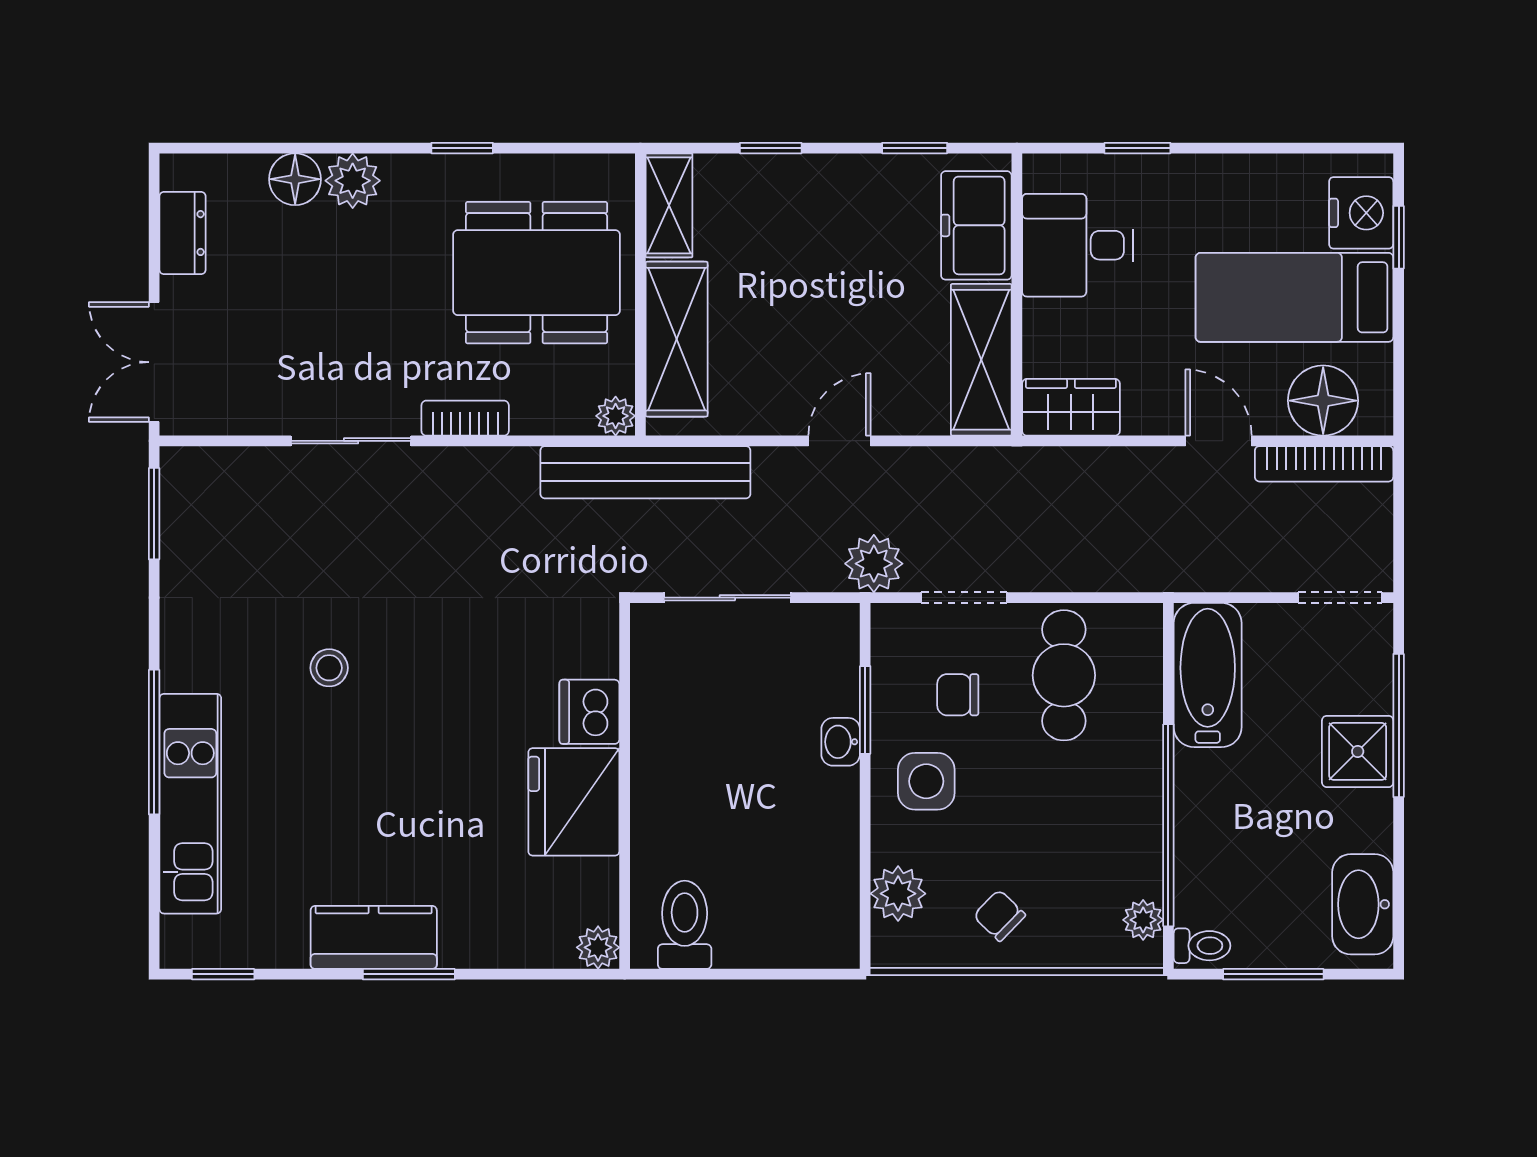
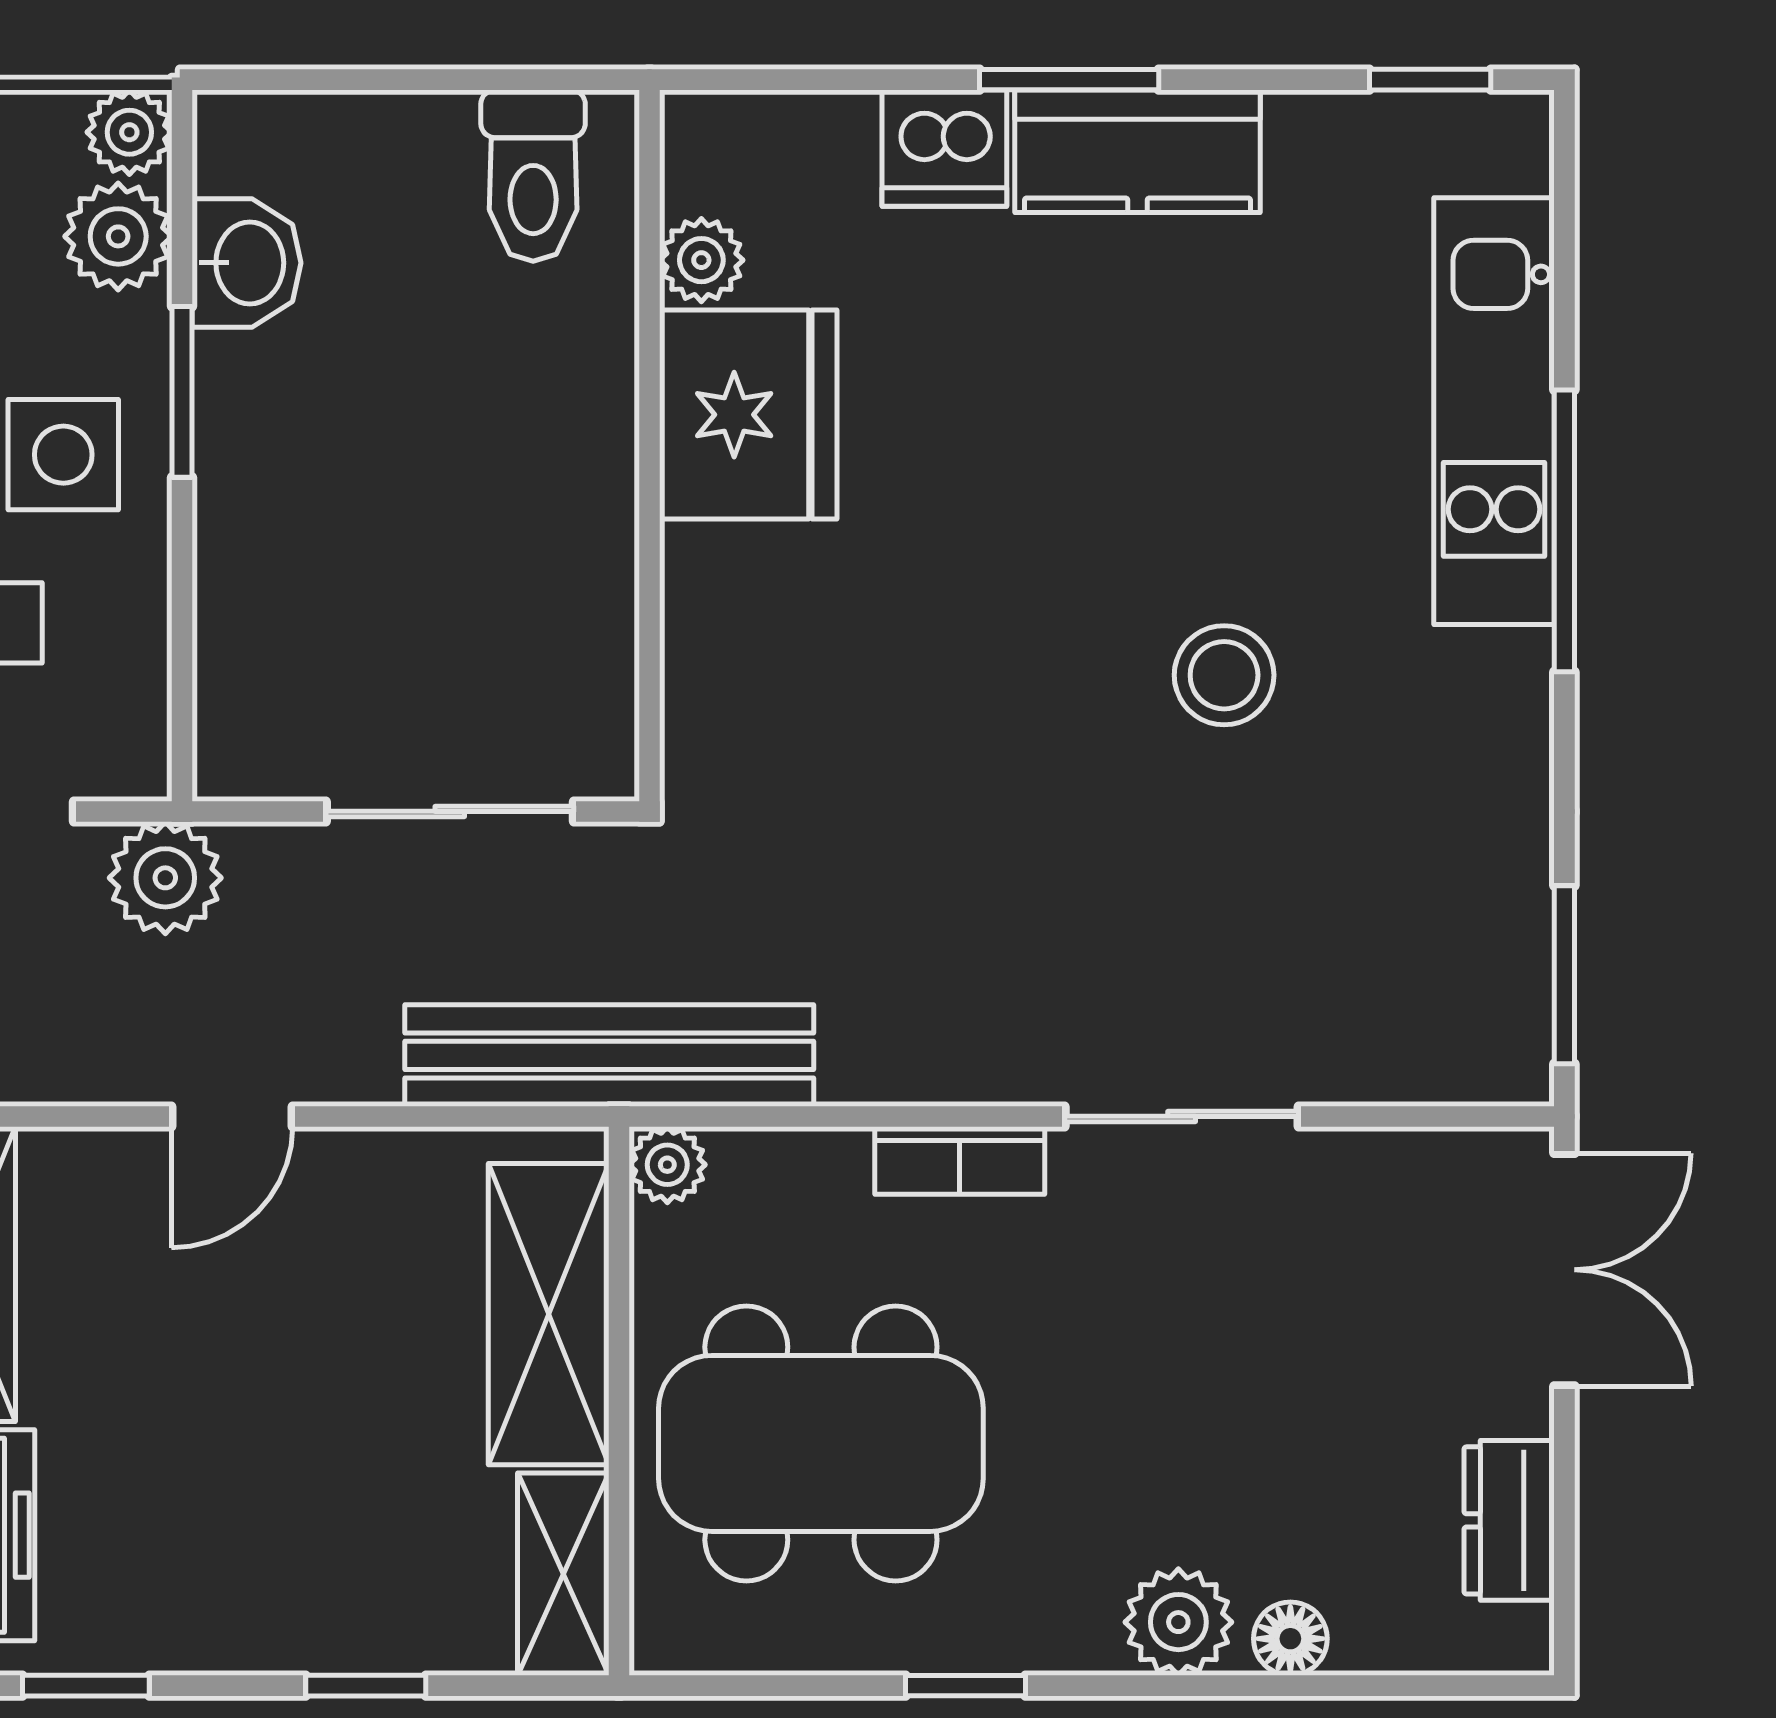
floor lamp: (295, 179) -> (1290, 1639), width x0.73, depth x0.73
stool: (329, 668) -> (1224, 675), width x1.37, depth x1.37
window: (865, 710) -> (182, 392), moved
dishwasher: (589, 712) -> (944, 148), moved, turned 90
washbasin: (841, 742) -> (247, 263), moved, width x1.38, depth x1.45
plant: (598, 947) -> (701, 260), moved
plant: (892, 947) -> (129, 132), added

